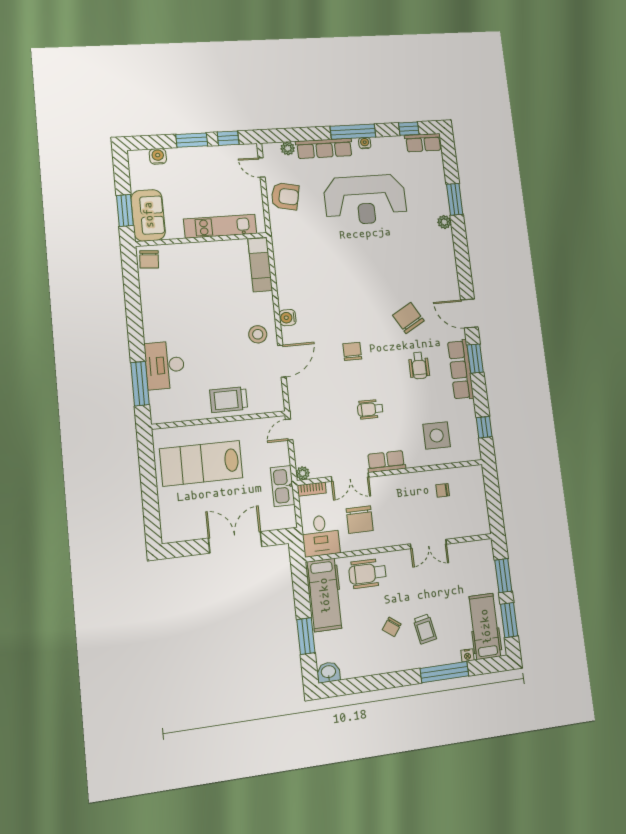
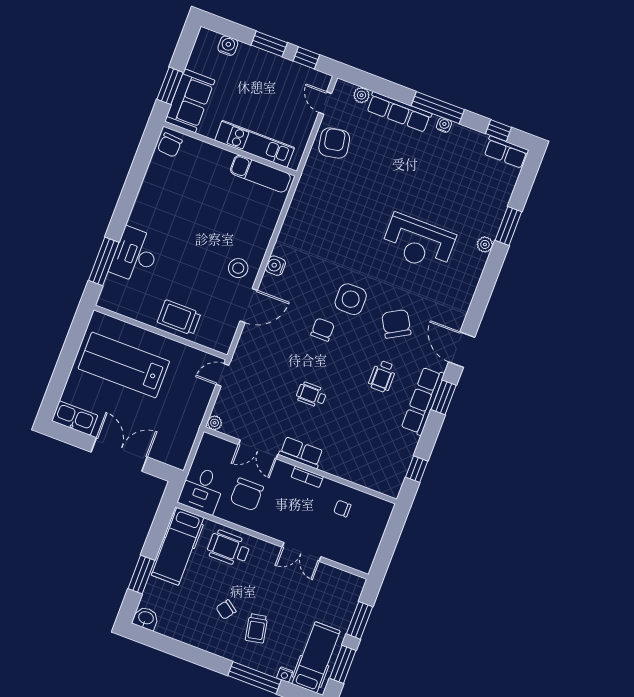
armchair: (285, 196) -> (334, 143), turned -112
reception desk: (365, 200) -> (418, 243), moved, width x0.74, depth x0.77
exam couch: (260, 265) -> (260, 174), moved, turned -90
side table: (437, 435) -> (351, 299), moved
kitchen sink: (283, 486) -> (75, 418), moved, turned 90
bookcase: (312, 489) -> (307, 477), moved

